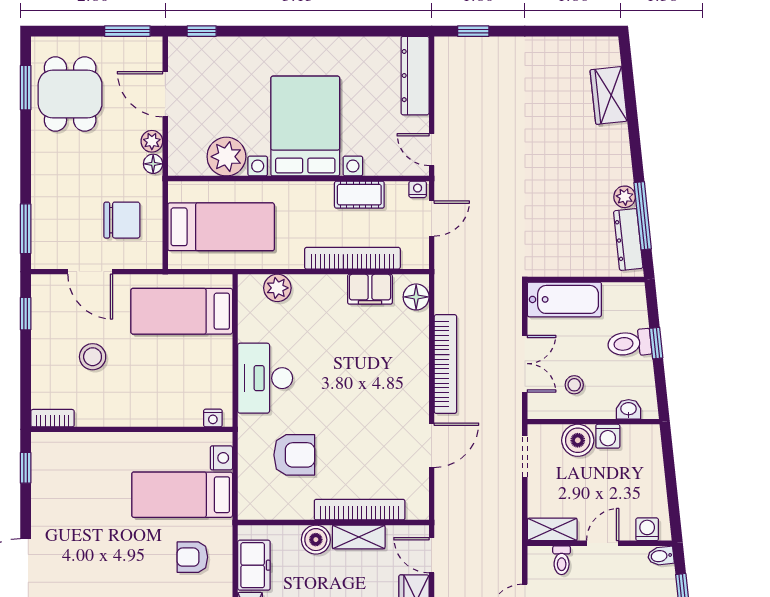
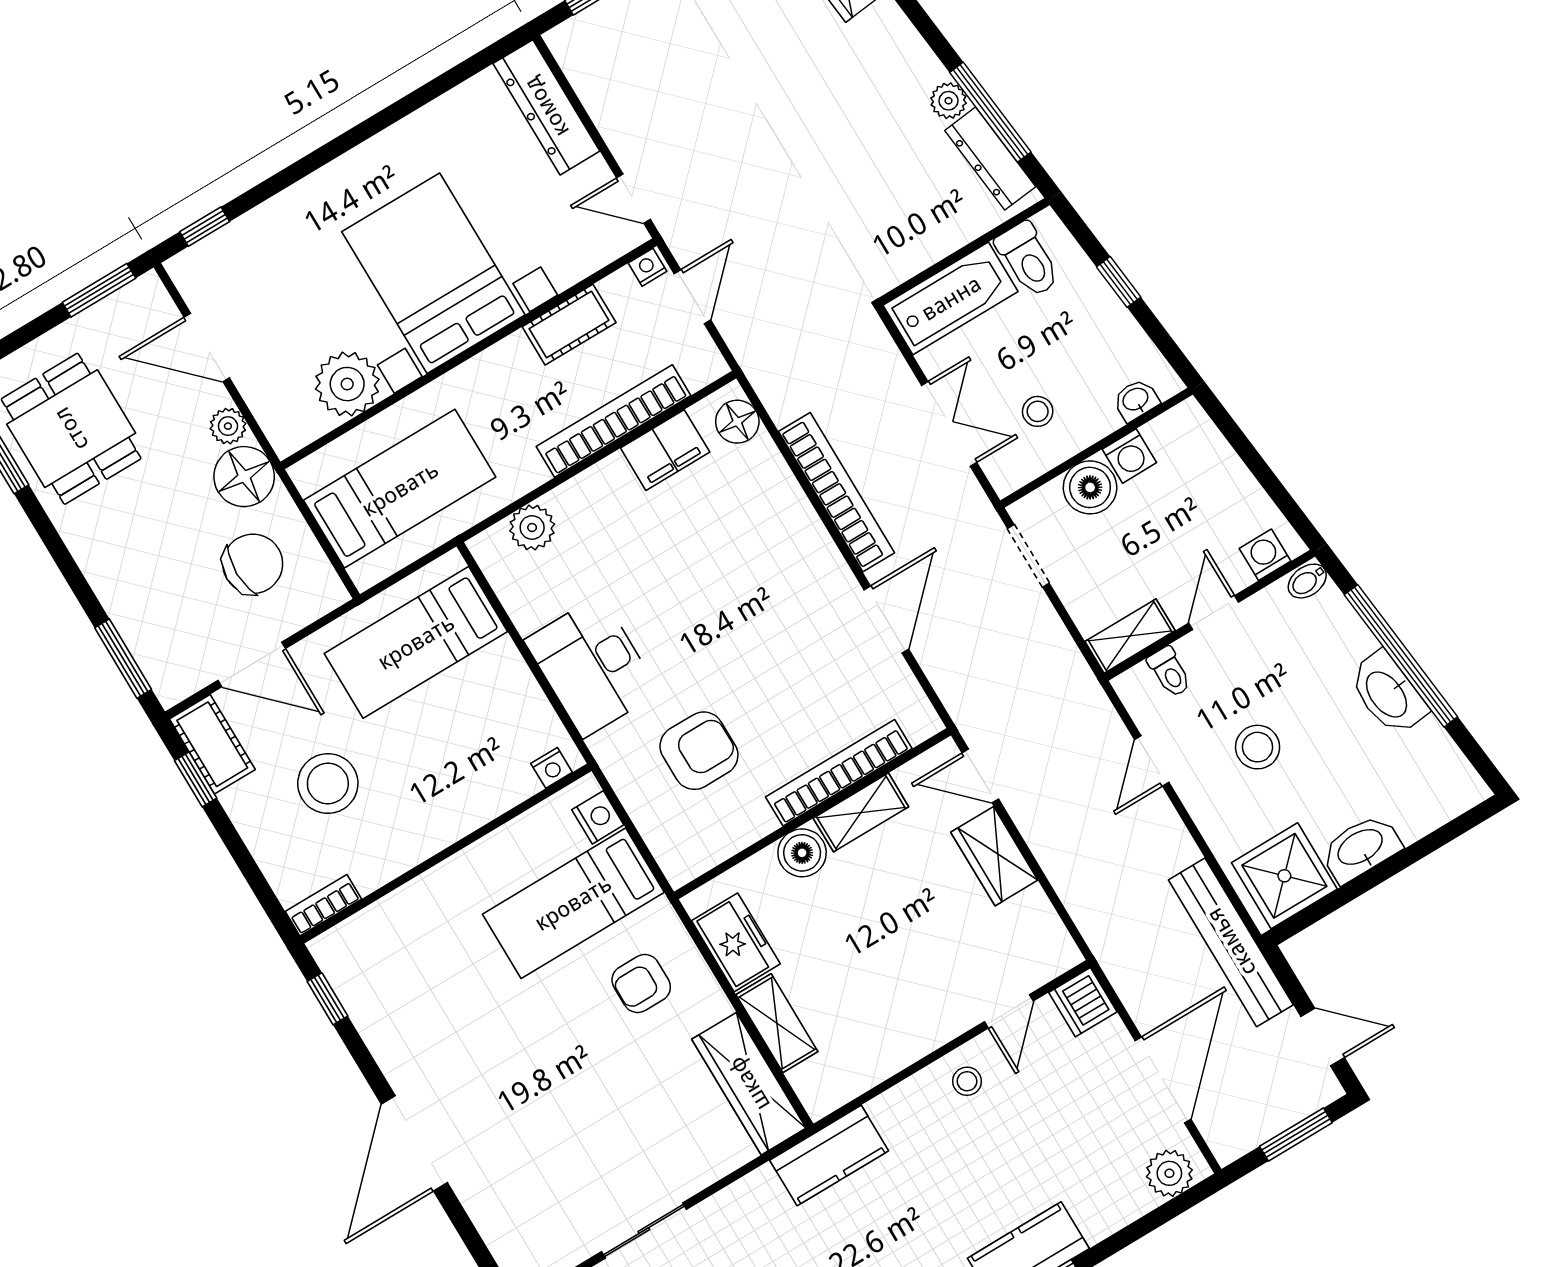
floor lamp: (153, 164) -> (244, 477), width x1.89, depth x1.89
cot: (45, 301) -> (212, 744), added
toilet: (629, 343) -> (1028, 260), moved, turned -84
stool: (93, 357) -> (328, 784), width x1.38, depth x1.38

